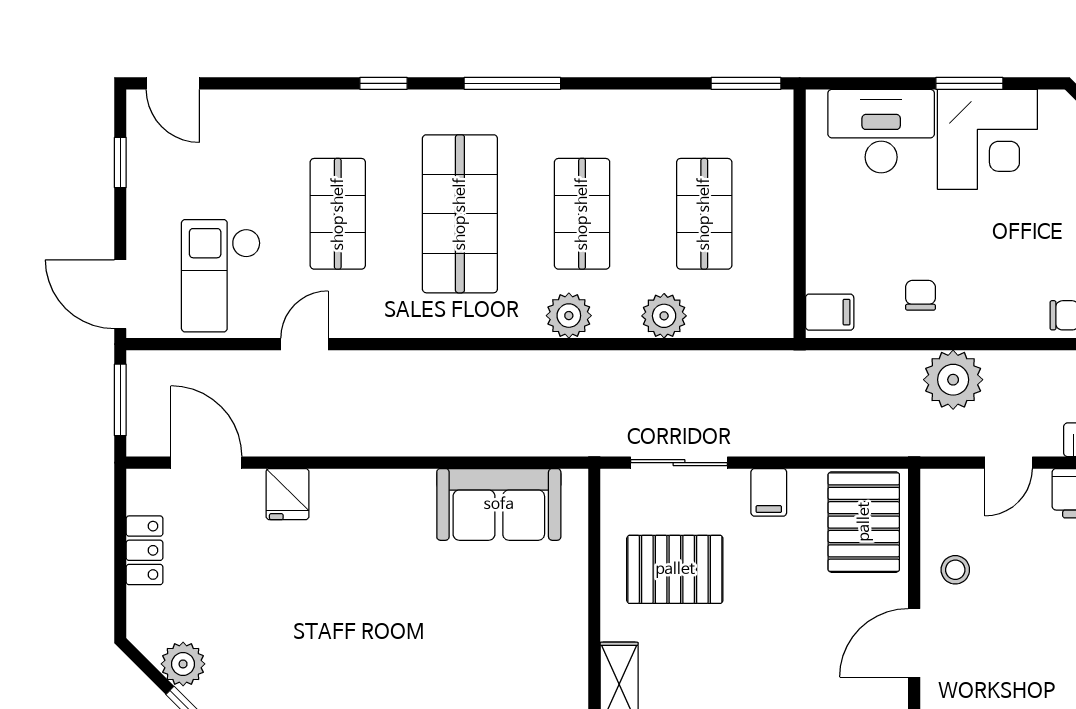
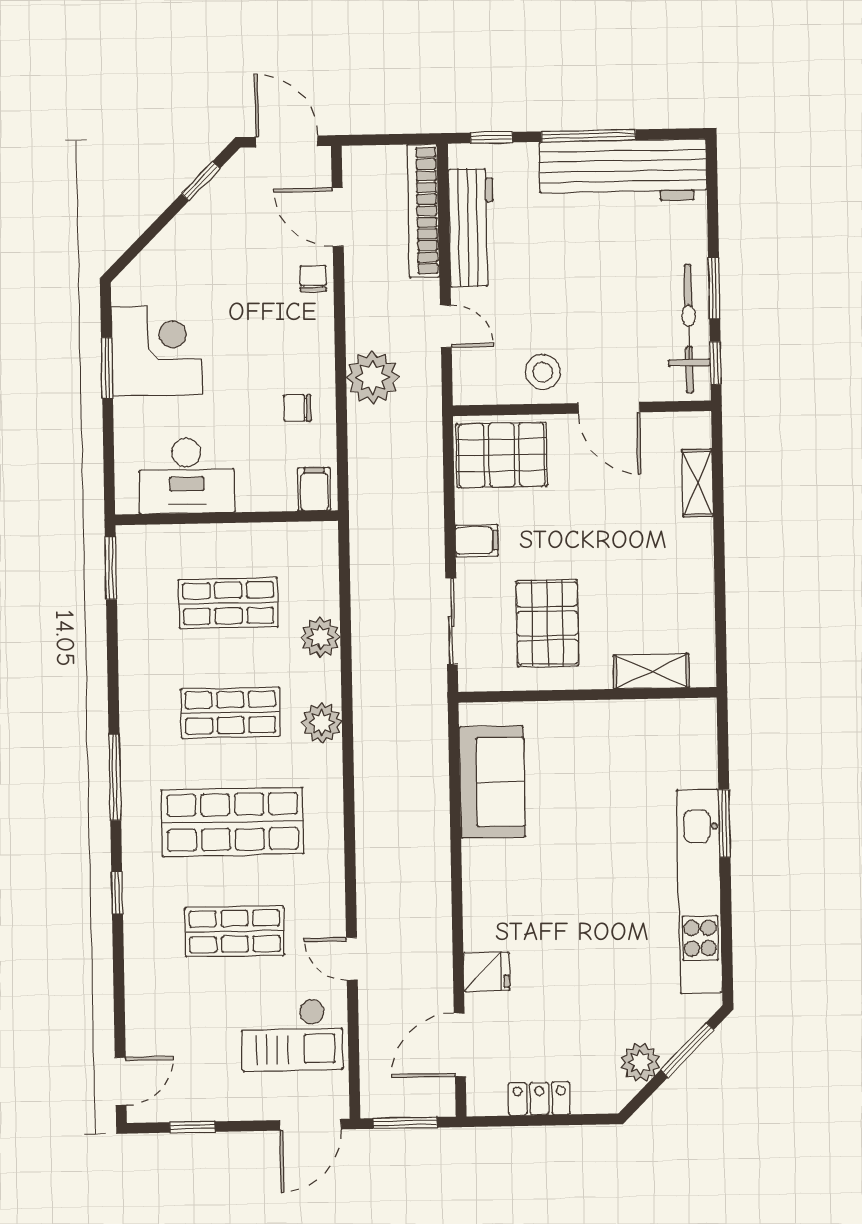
desk: (881, 131) -> (187, 476), moved, turned -90
stool: (955, 570) -> (543, 372), width x1.37, depth x1.37

